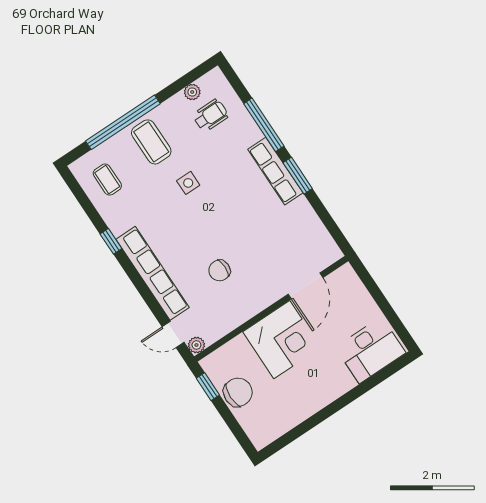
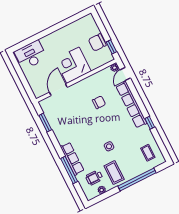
coffee table: (151, 142) -> (114, 173), moved
row of seats: (275, 171) -> (72, 159), moved
window: (298, 176) -> (45, 123), moved
door: (173, 334) -> (125, 74), swing flipped

